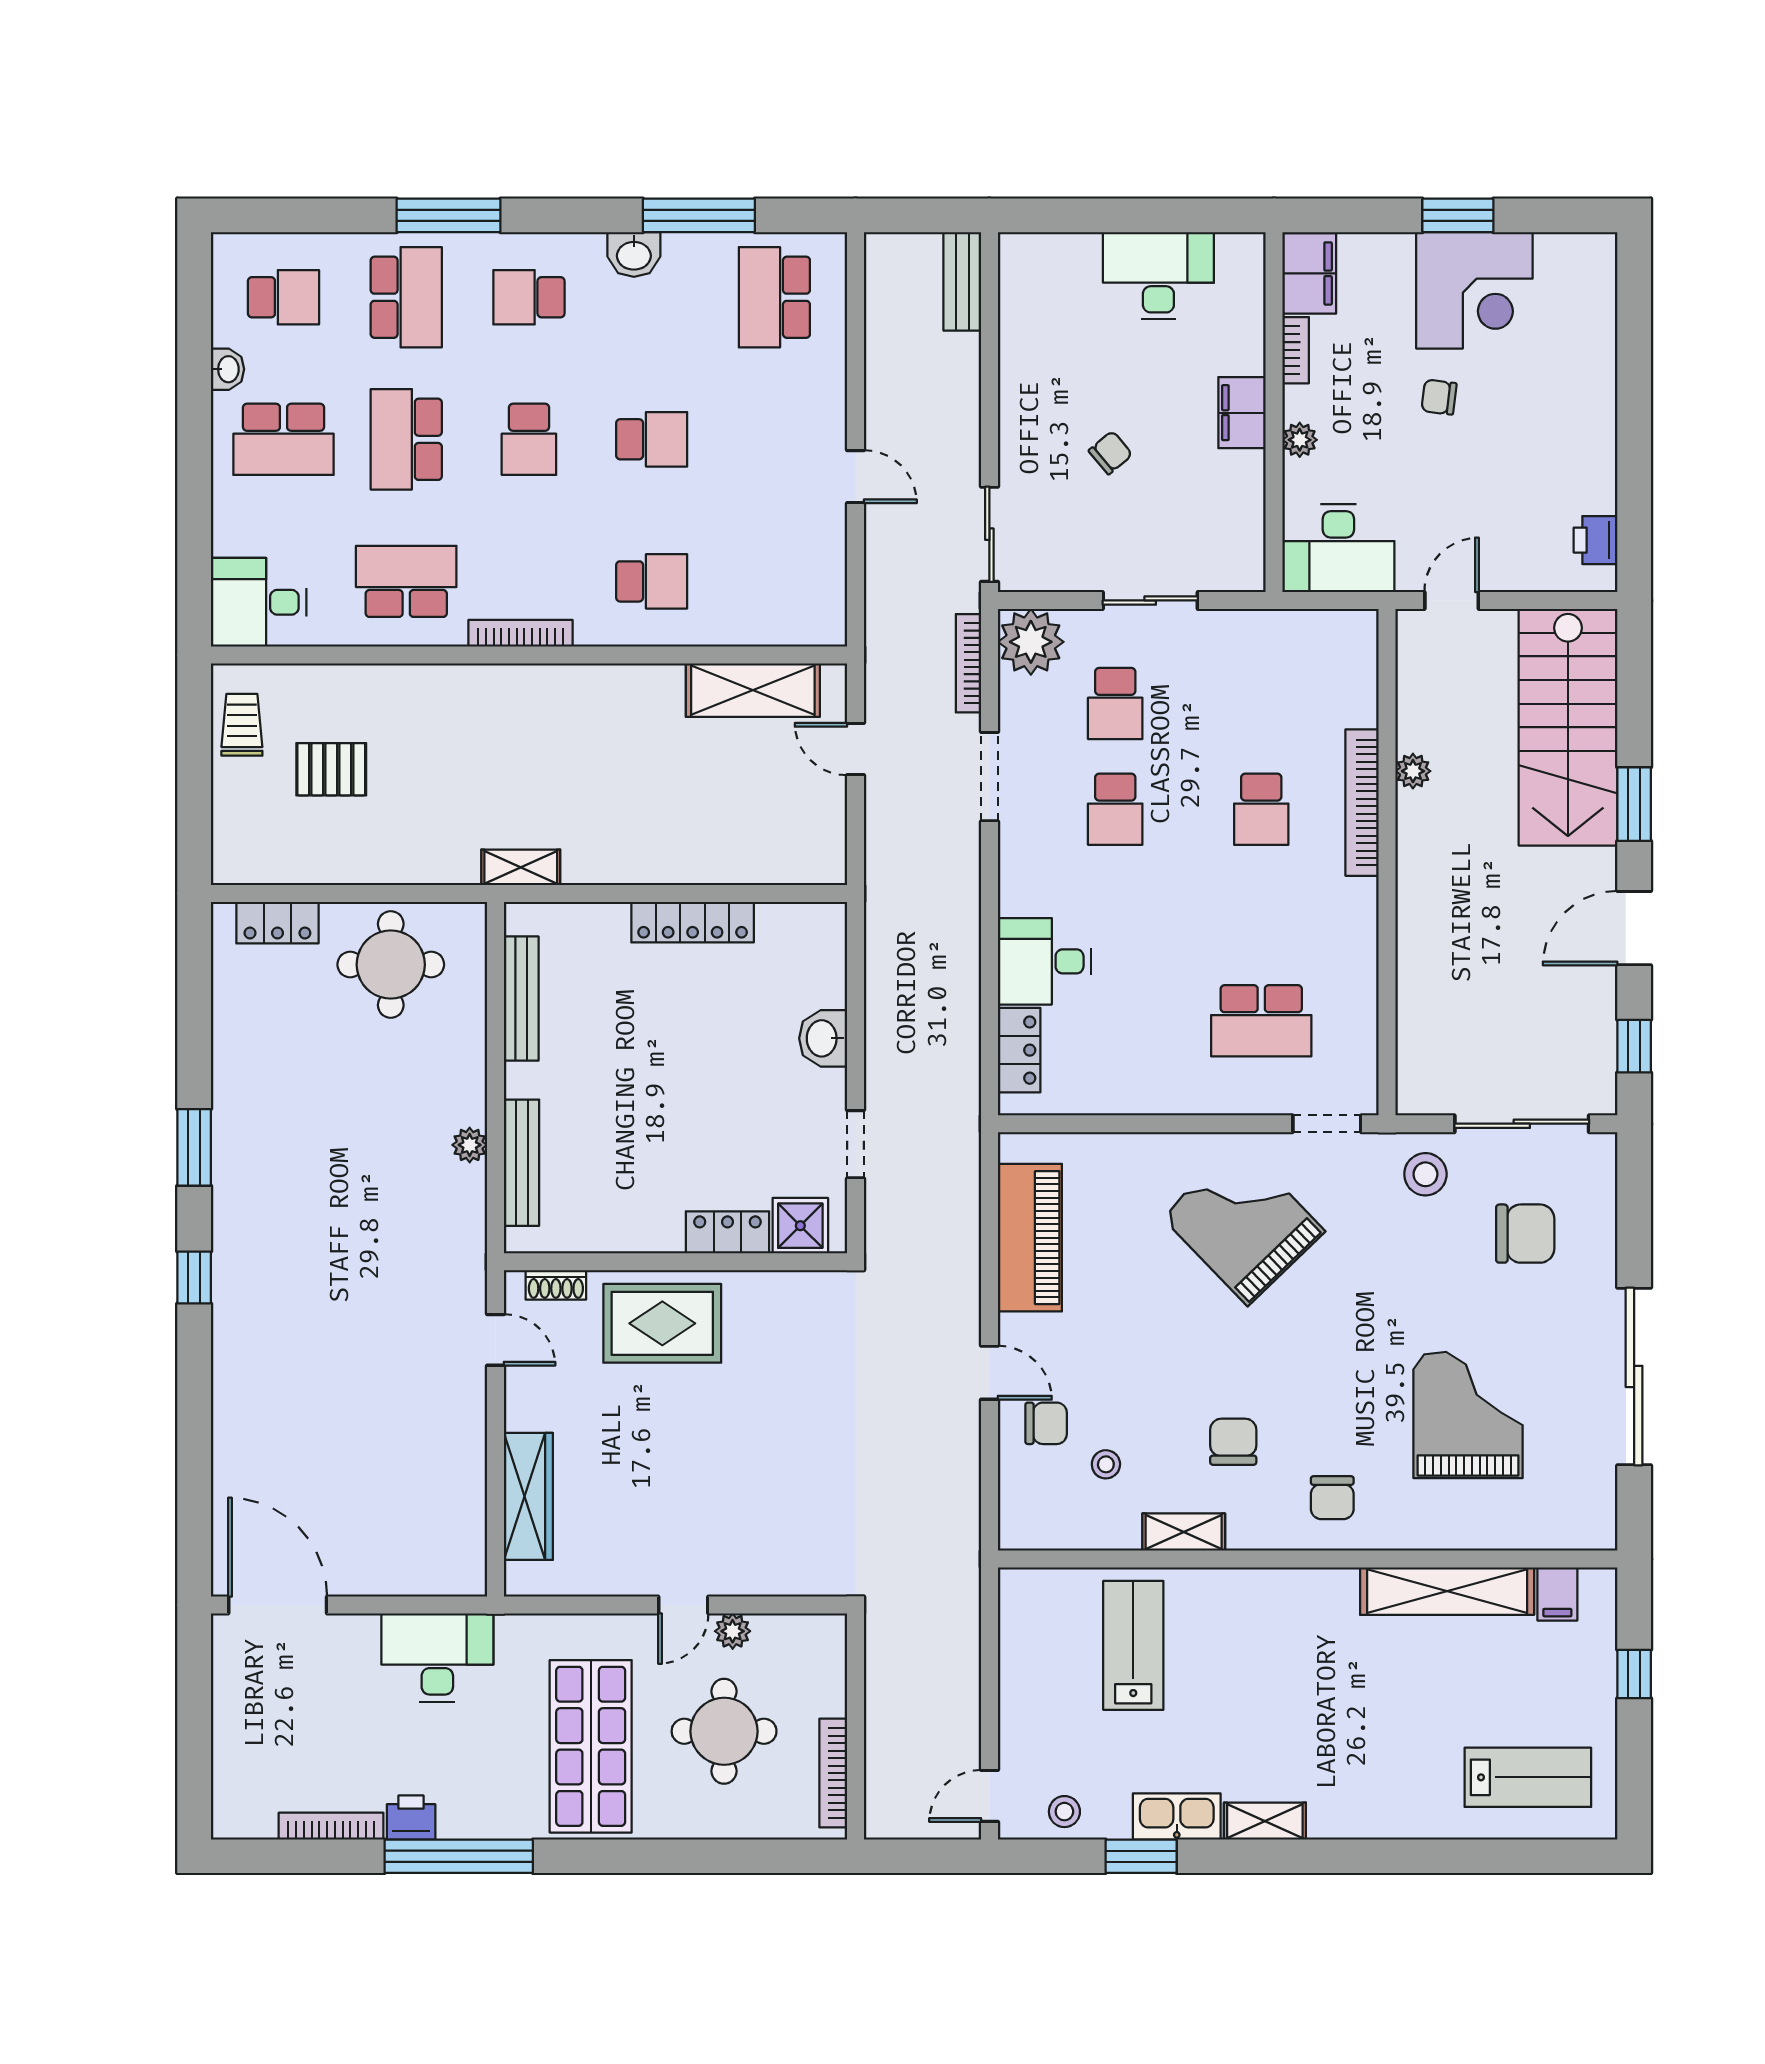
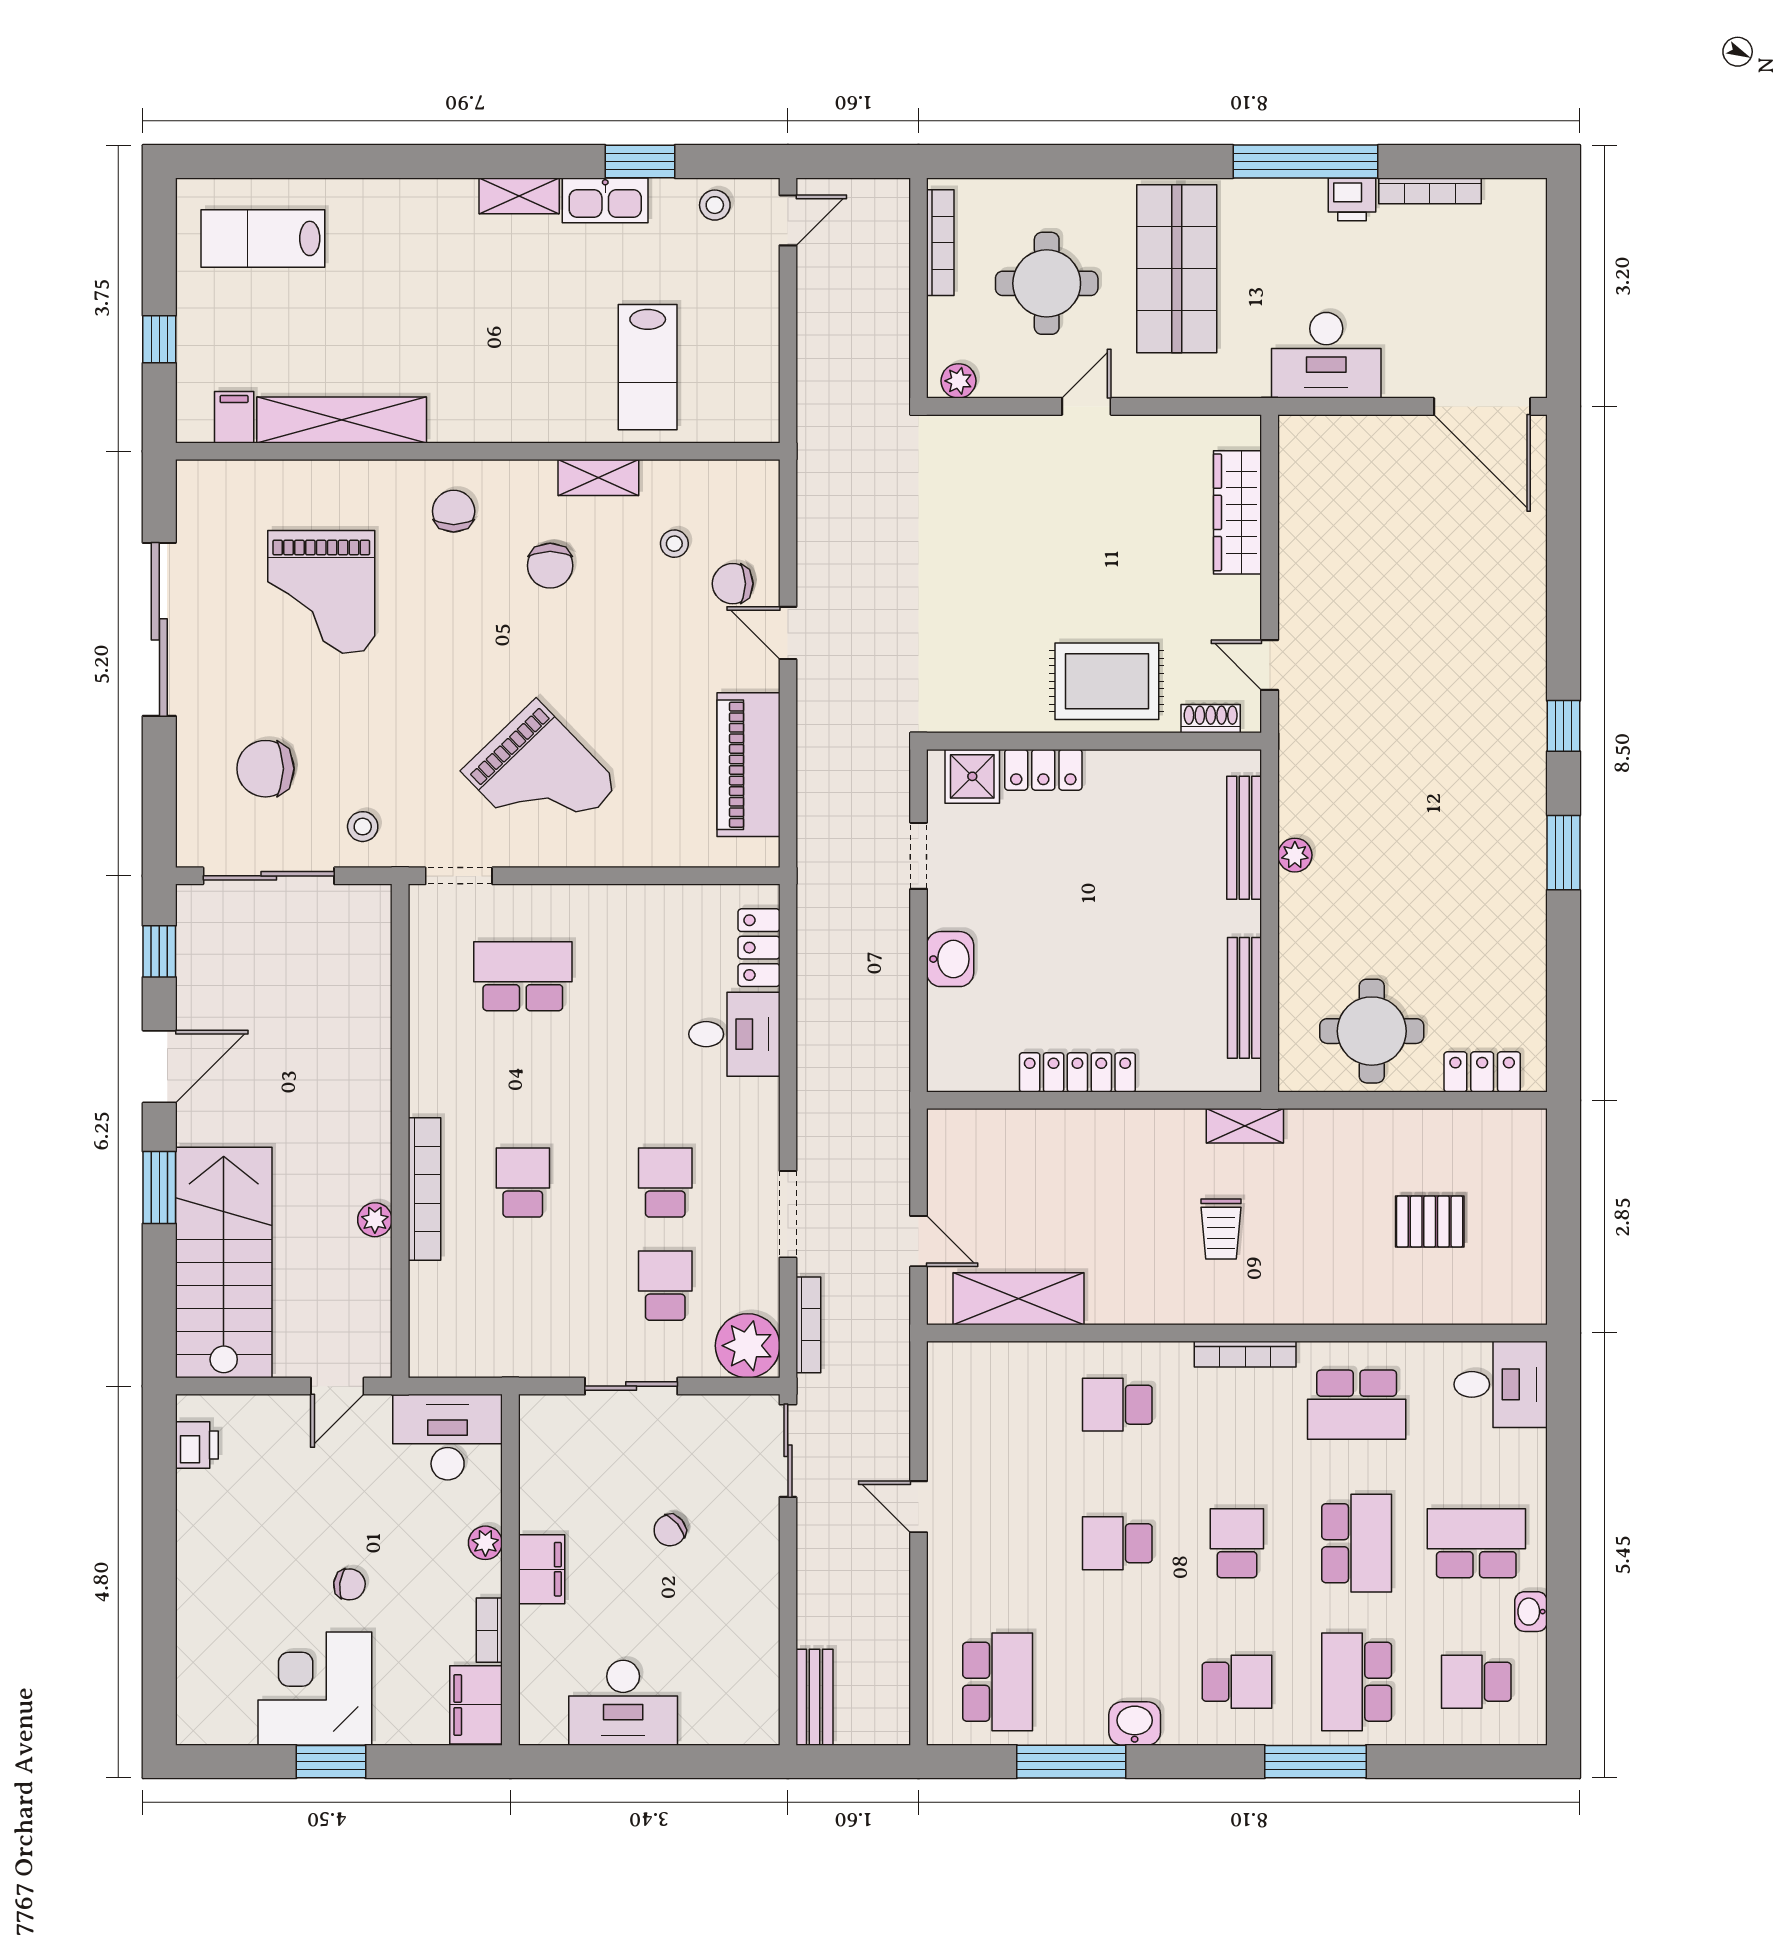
trolley: (242, 725) -> (1221, 1229), moved
stool: (1425, 1174) -> (363, 827), width x0.73, depth x0.73
plant: (733, 1631) -> (958, 381), moved

